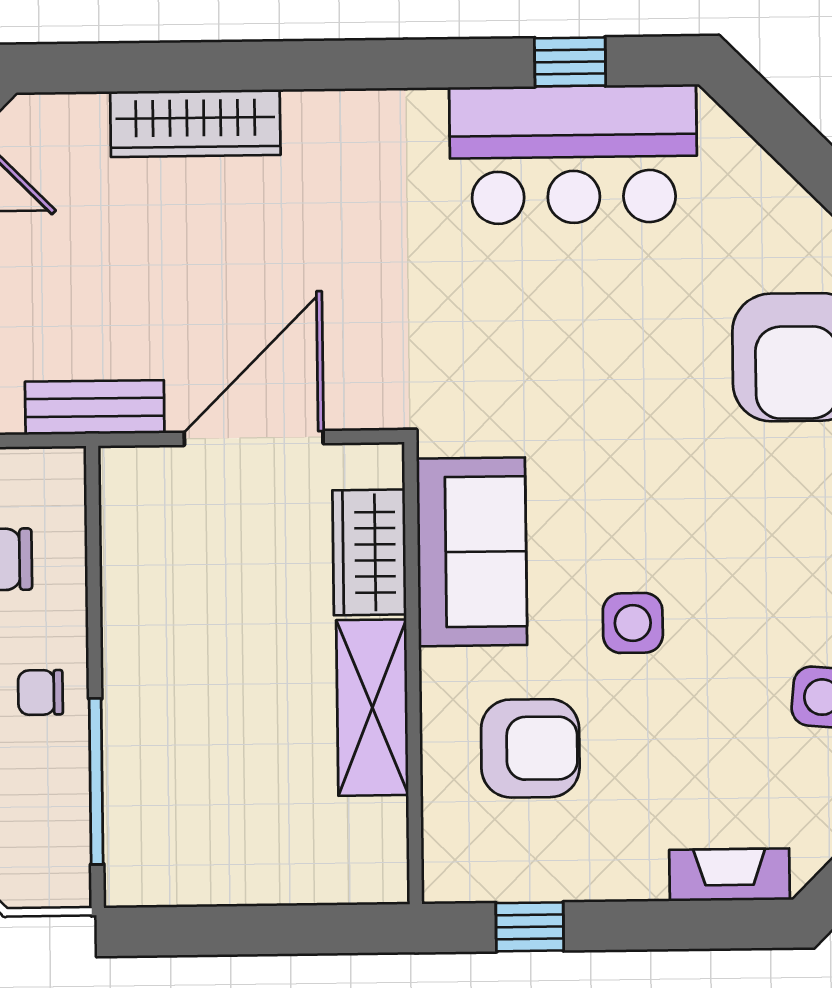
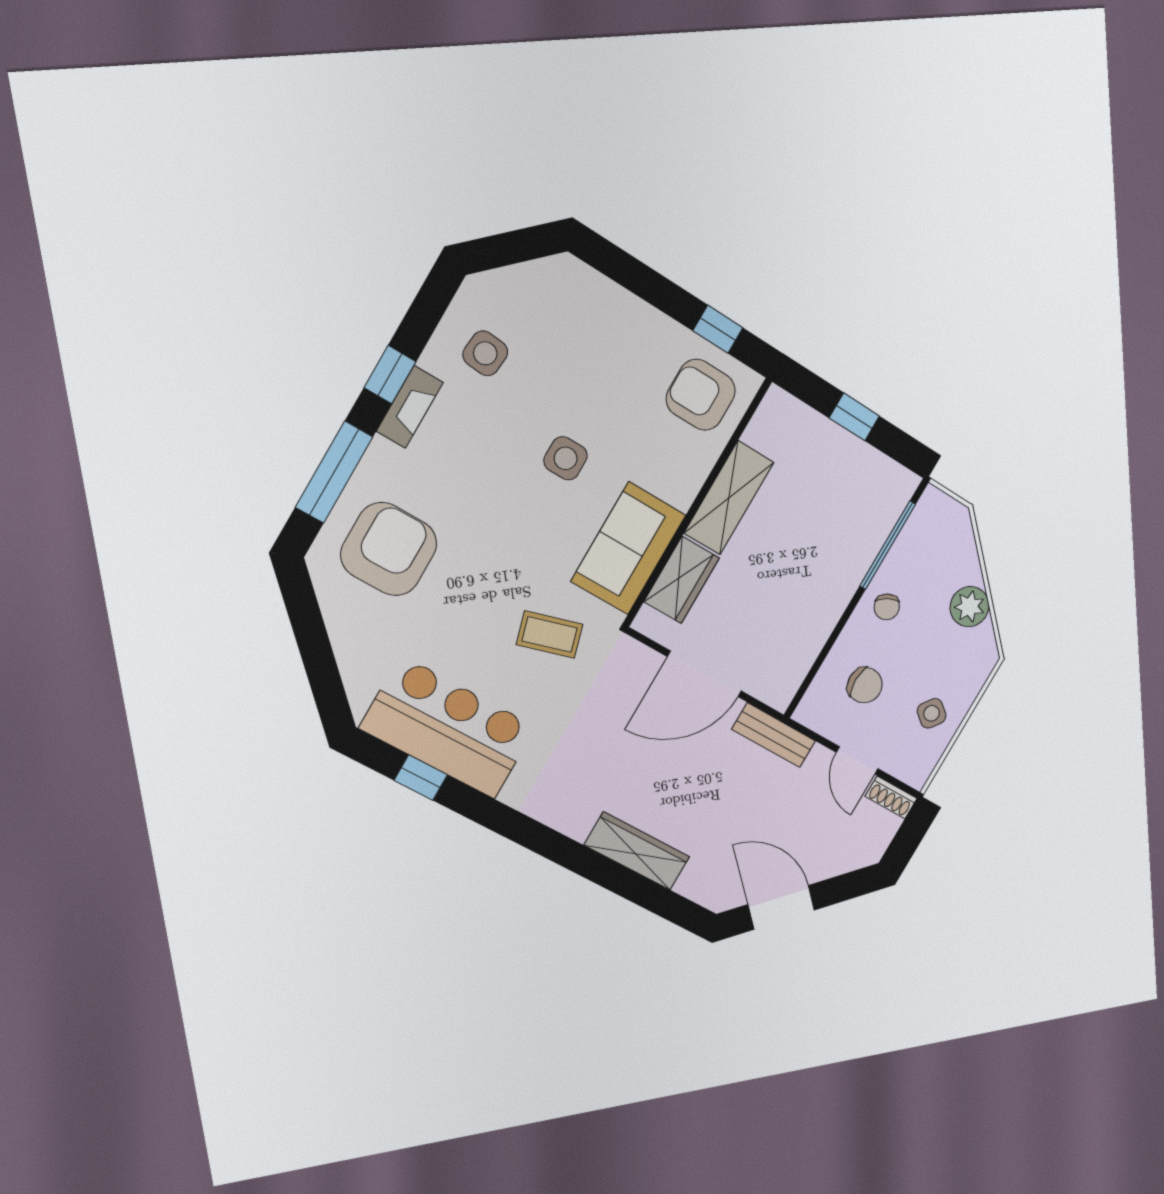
coffee table: (510, 366) -> (550, 634), added
chair: (40, 692) -> (887, 607), turned 62
armchair: (530, 748) -> (701, 395), moved
fireplace: (730, 875) -> (595, 288), removed
window: (261, 930) -> (854, 417), added

